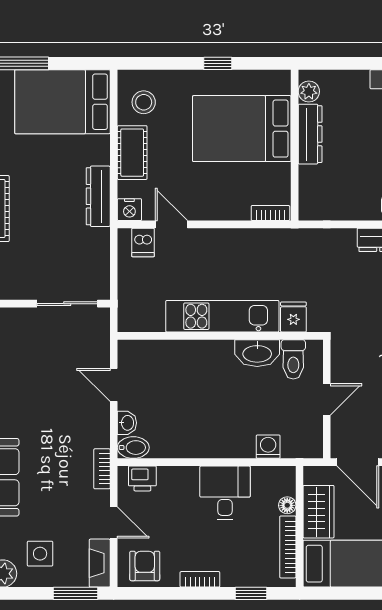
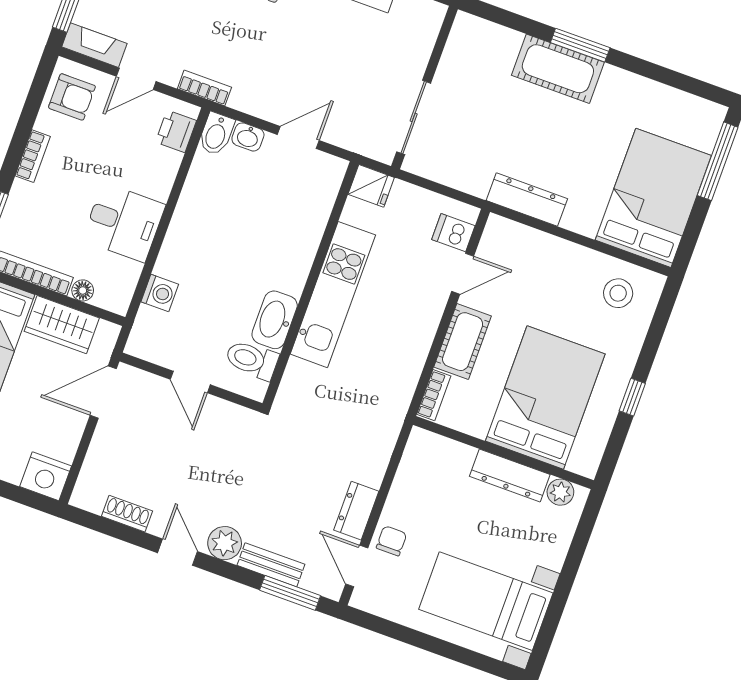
cot: (132, 153) -> (463, 342), moved, turned 90
nightstand: (129, 210) -> (498, 231), removed
fridge: (293, 317) -> (371, 186), moved

